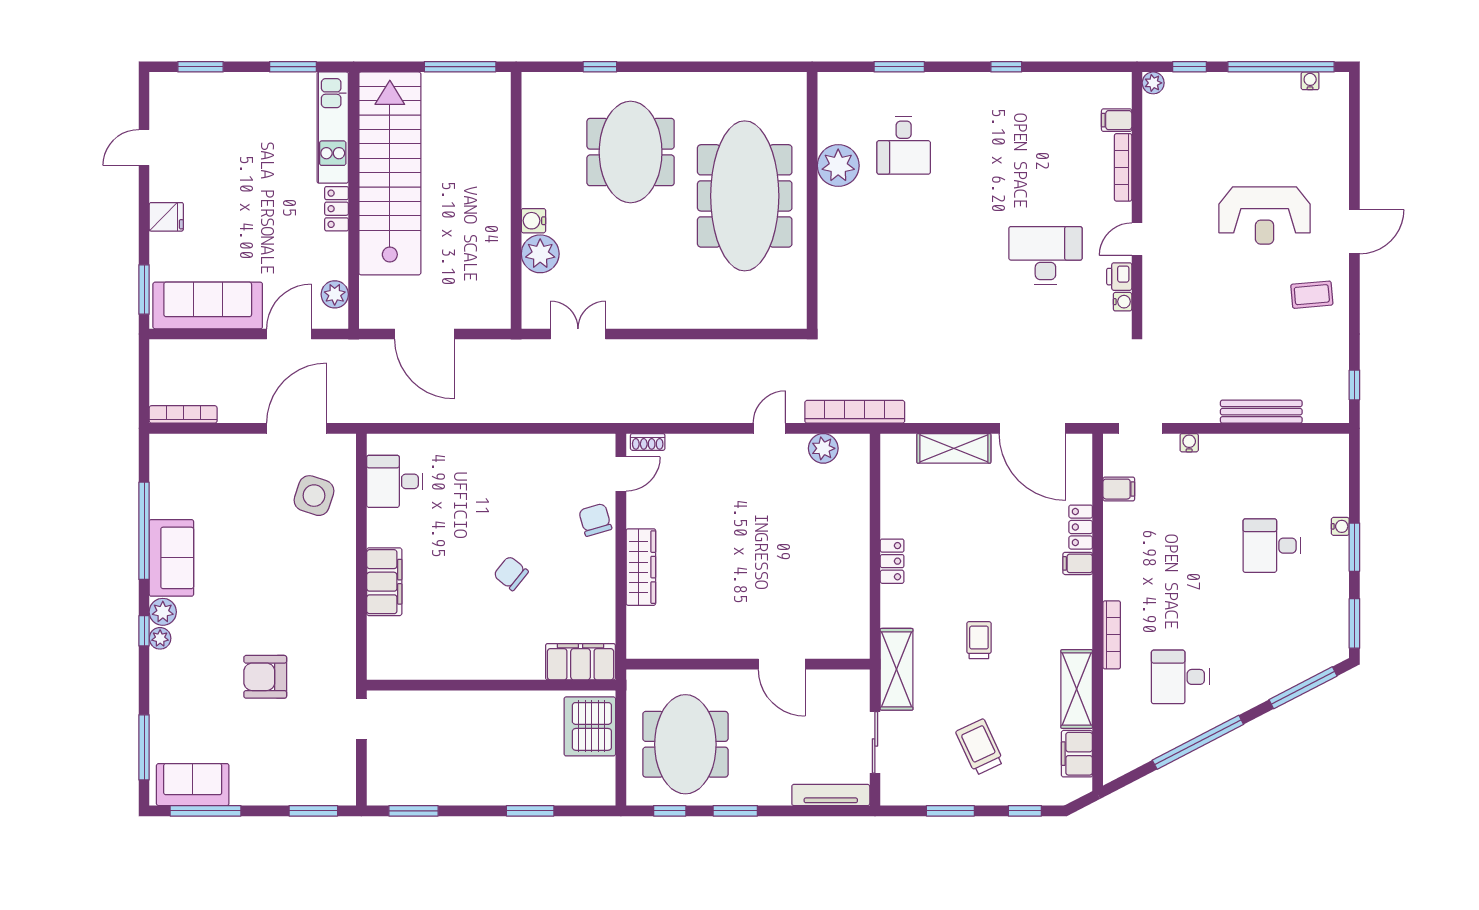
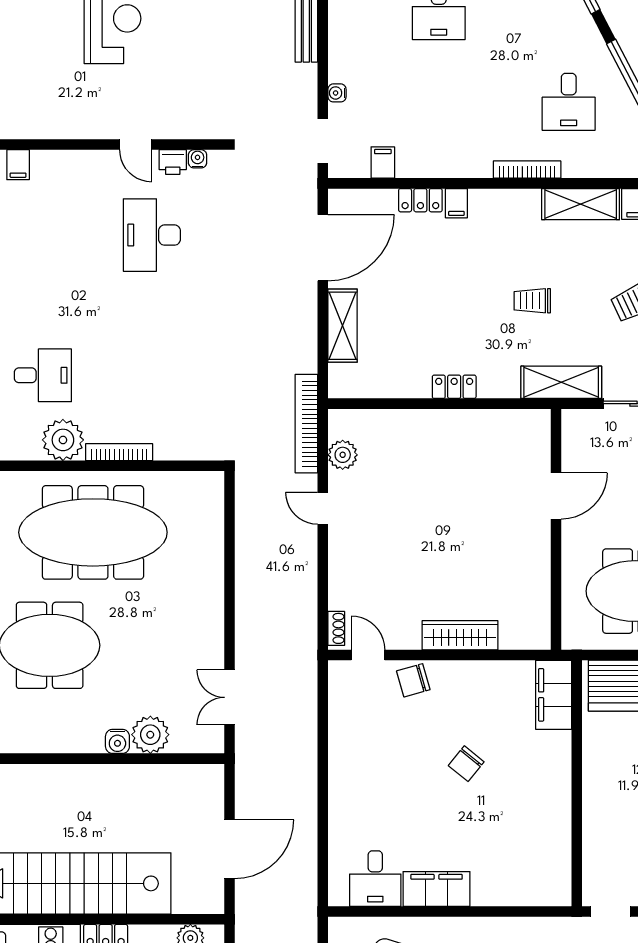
bookcase: (1123, 167) -> (119, 452), moved, turned 180
filing cabinet: (384, 582) -> (437, 889), moved

